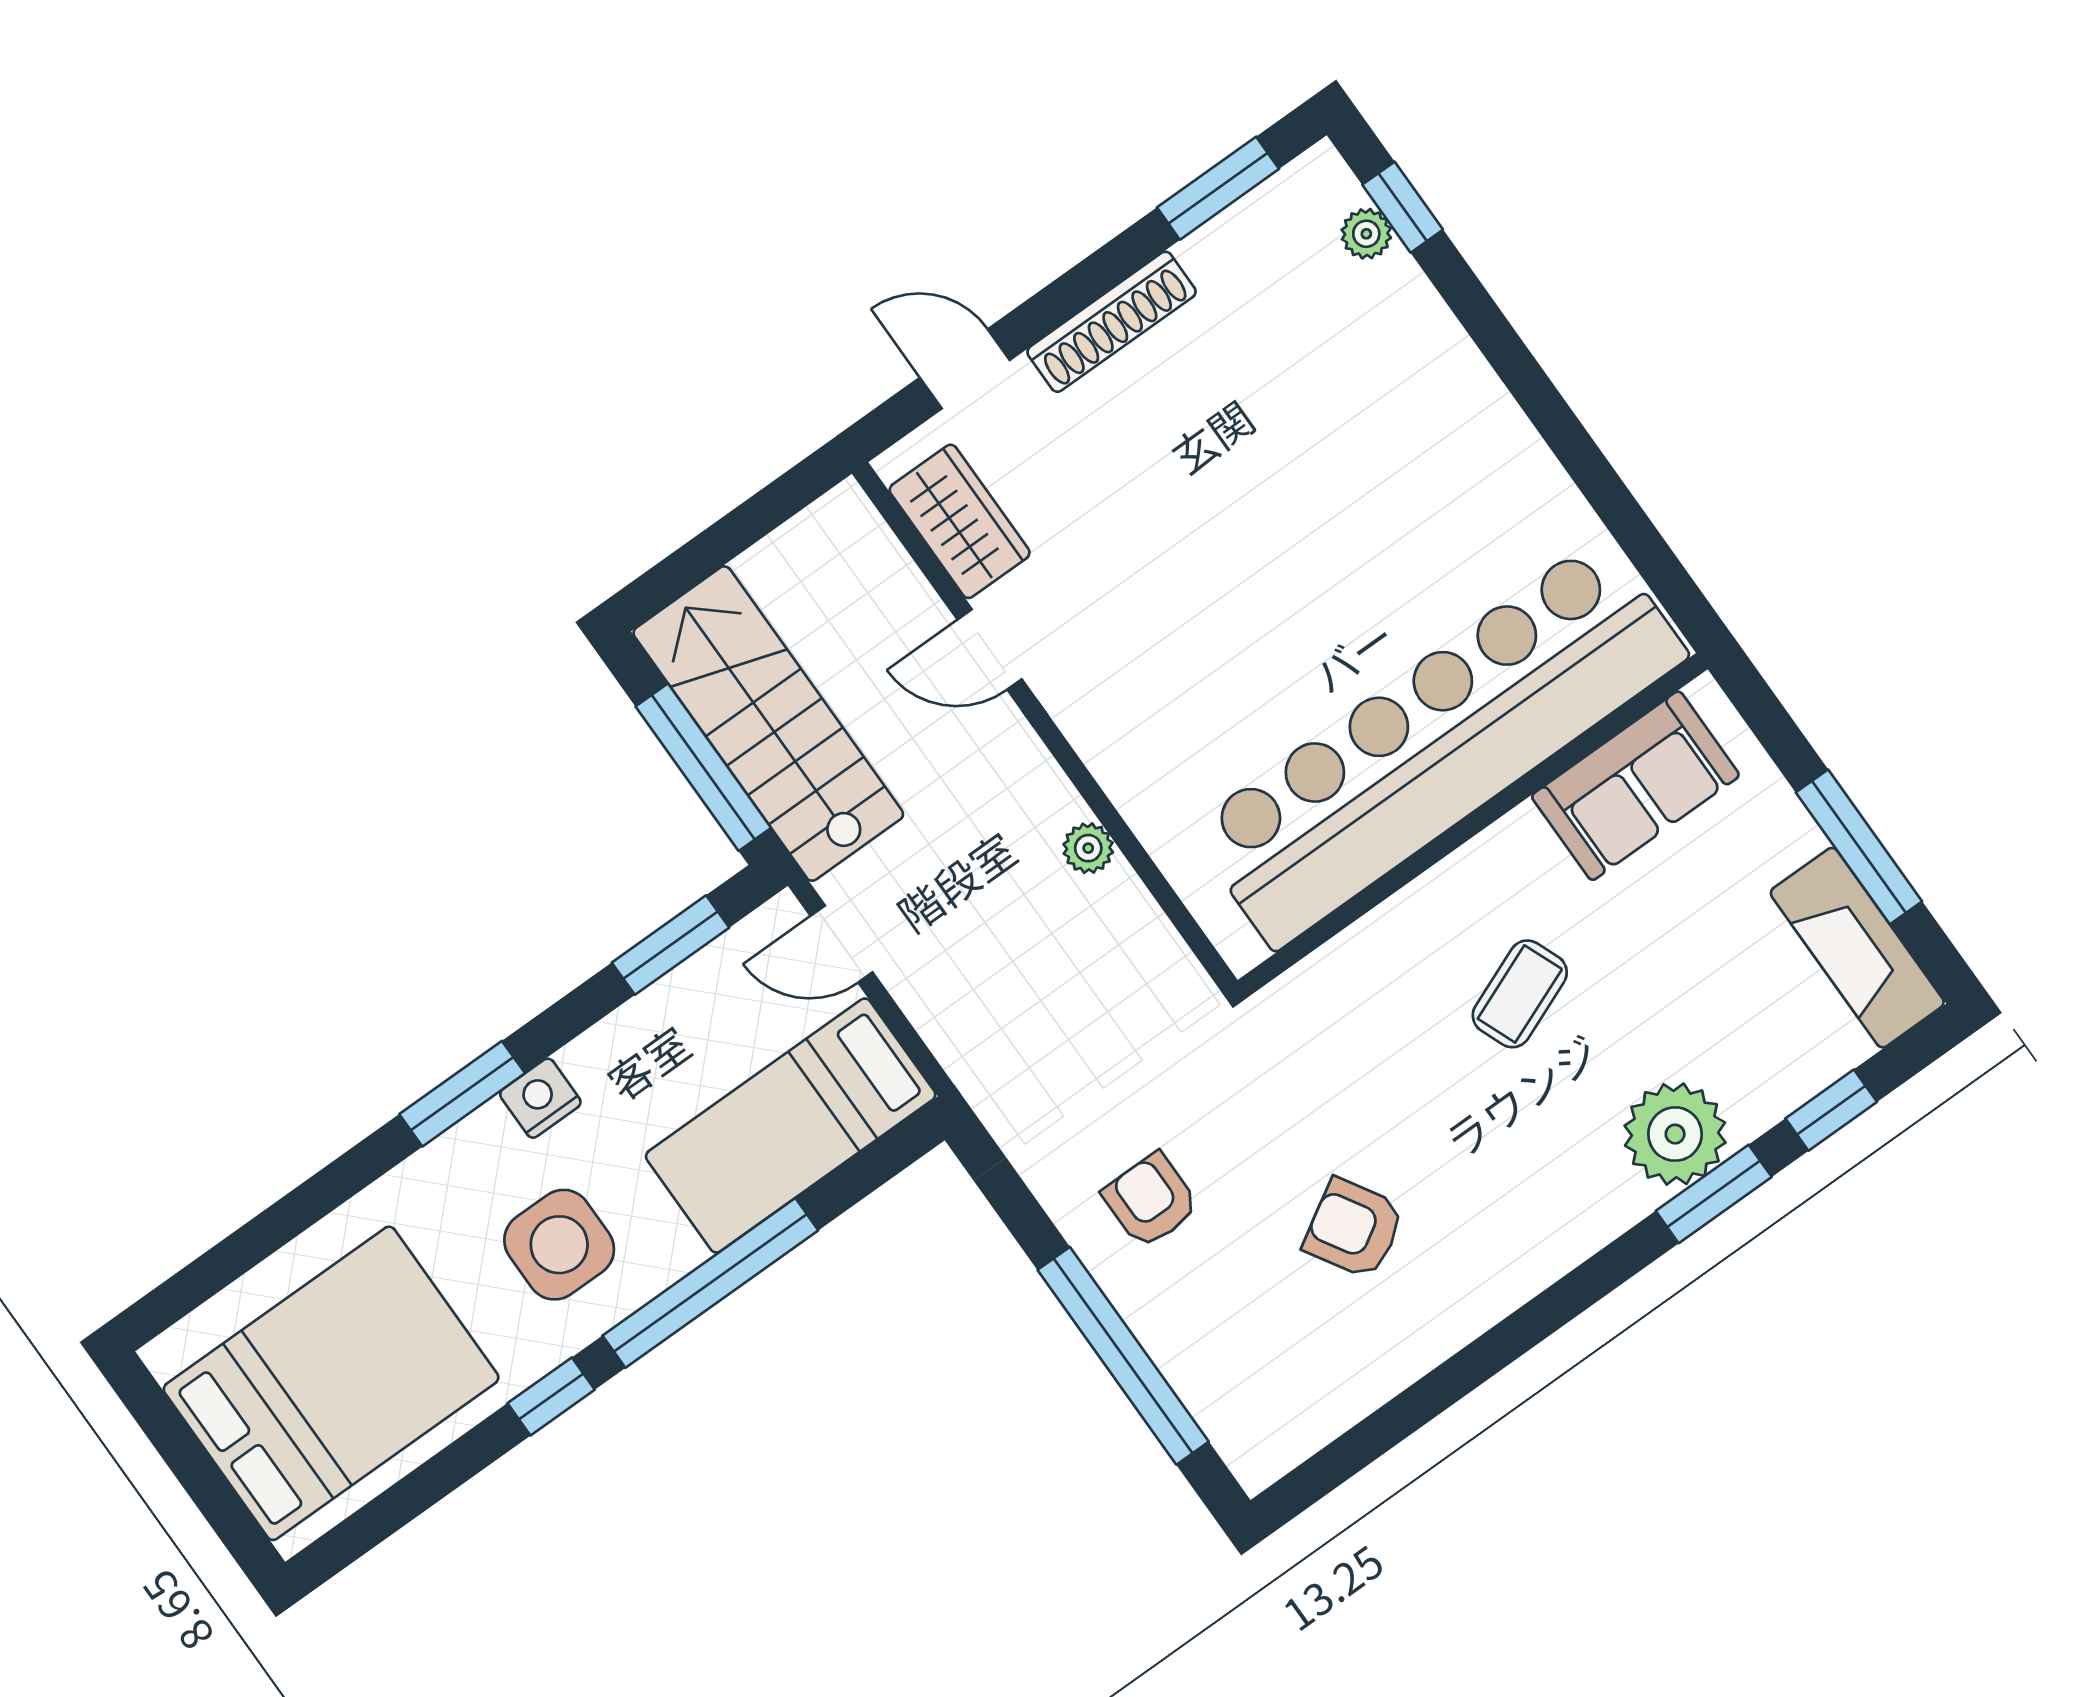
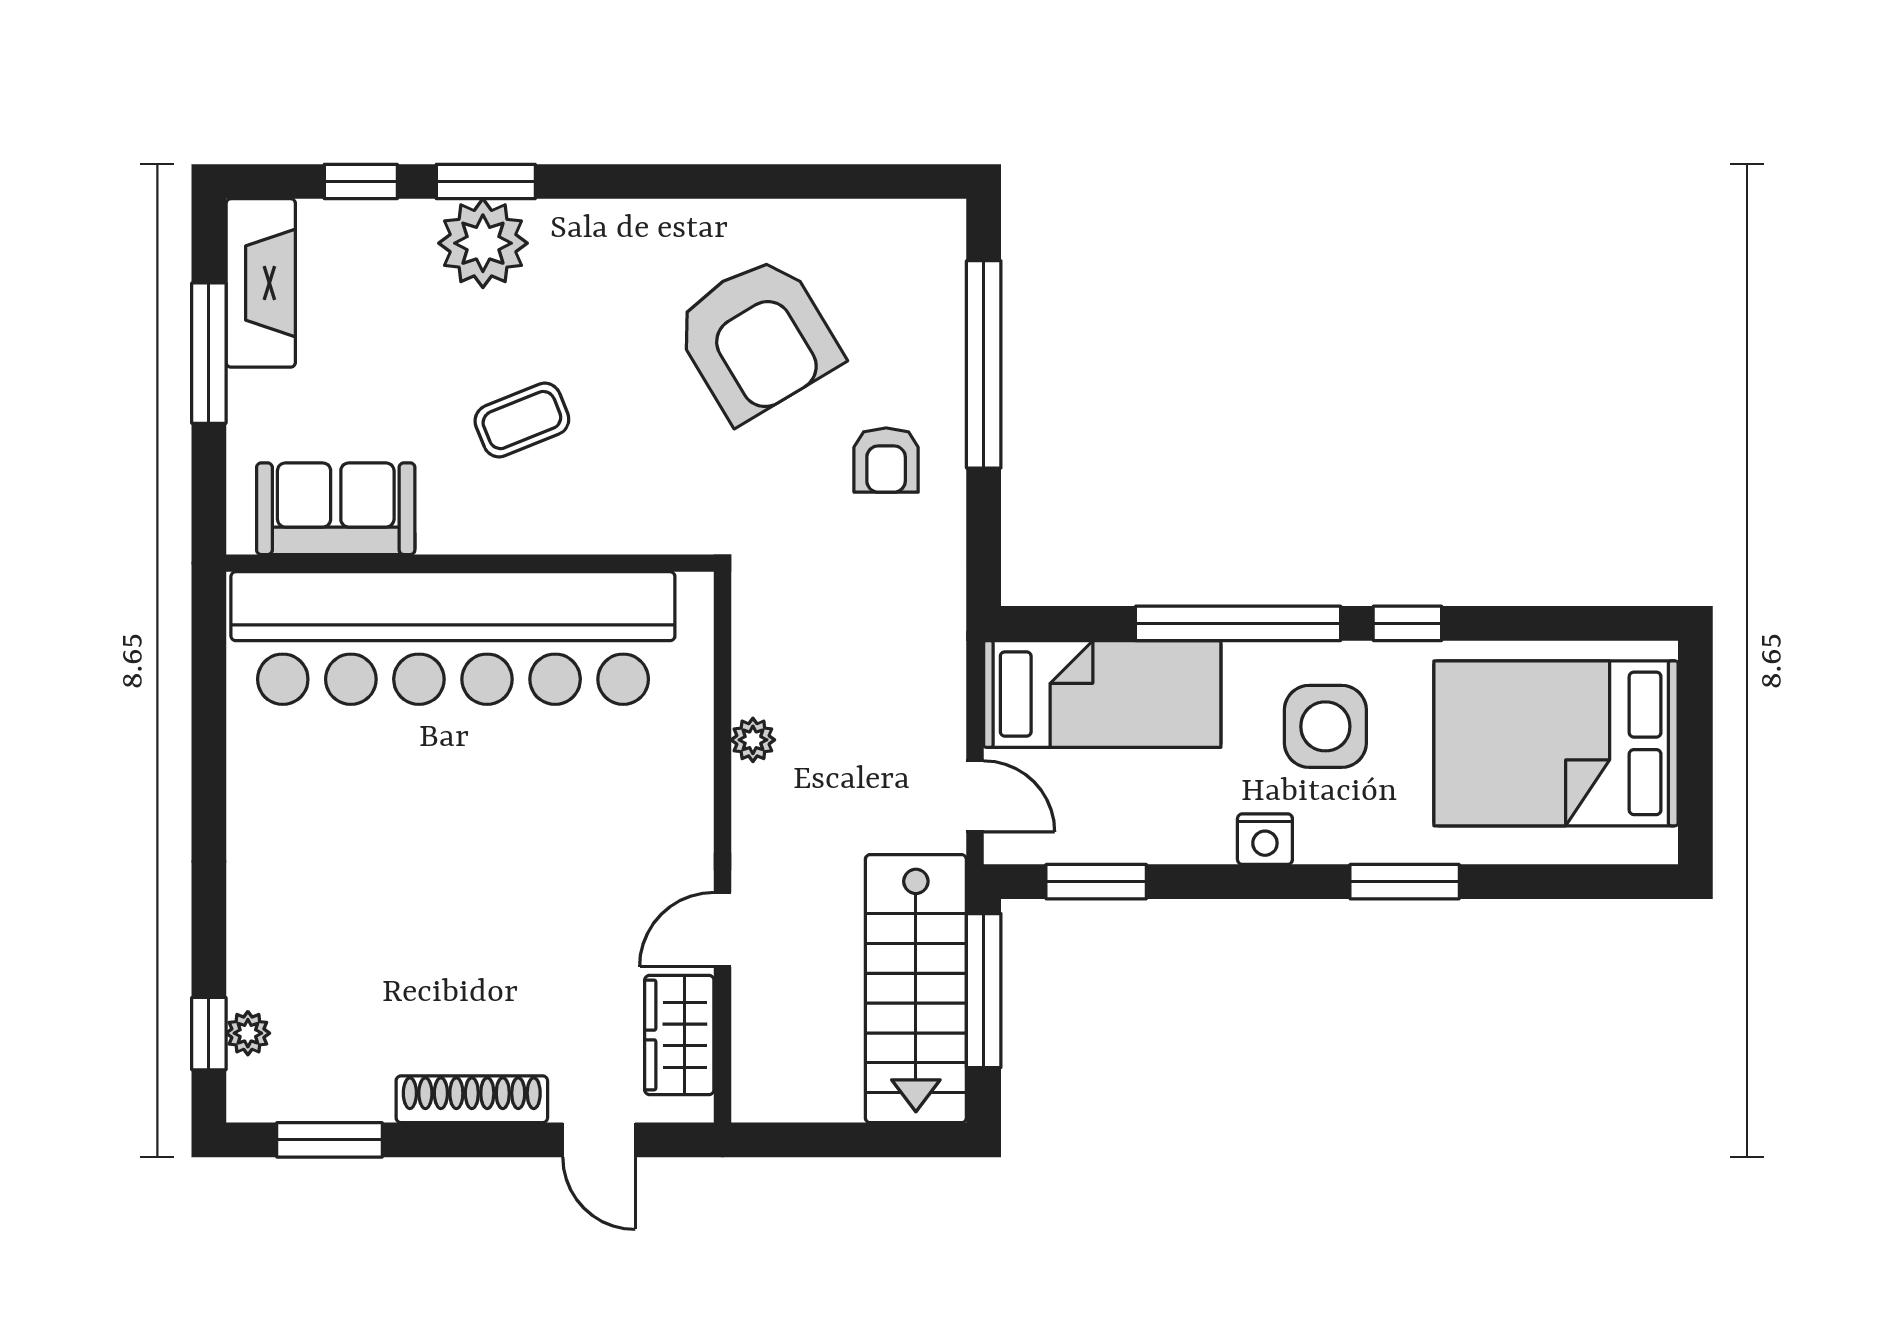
door: (990, 649) -> (723, 930), swing flipped
window: (462, 1094) -> (1405, 882), moved
armchair: (1354, 1228) -> (757, 338), width x1.88, depth x1.88

